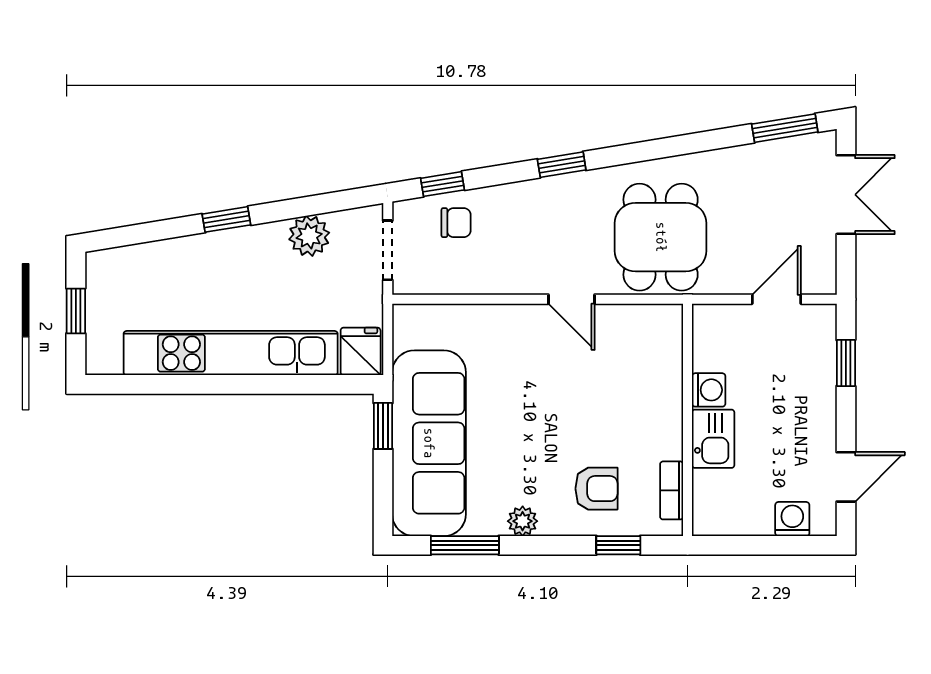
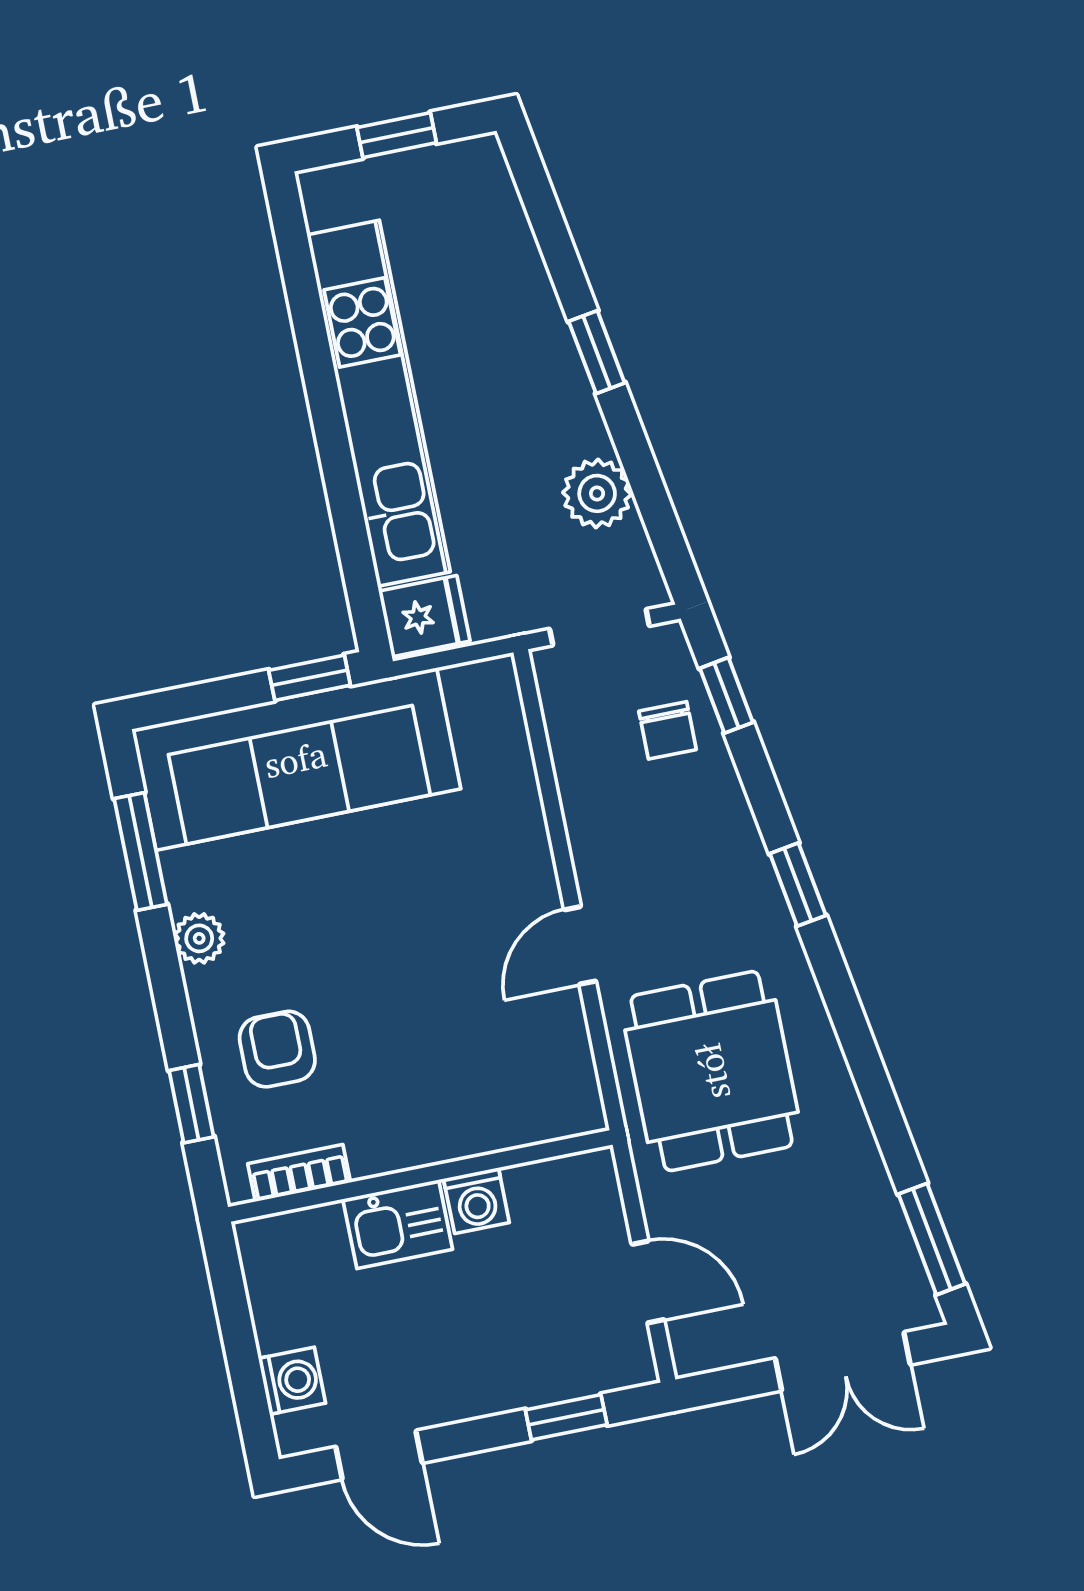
dining table: (661, 237) -> (712, 1071), turned 90
armchair: (597, 489) -> (277, 1049), turned 180

